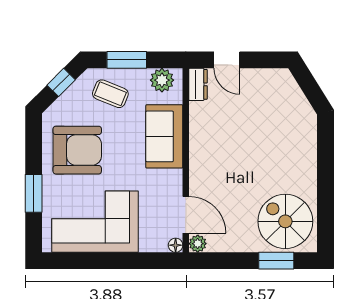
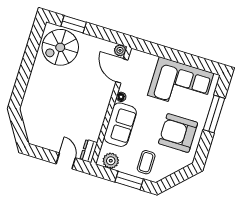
window: (61, 82) -> (175, 179), removed
coffee table: (110, 94) -> (146, 162), turned 68
window: (34, 193) -> (214, 114), width x1.44
spiral stairs: (285, 221) -> (60, 47), turned 90
floor lamp: (176, 245) -> (121, 97), moved

